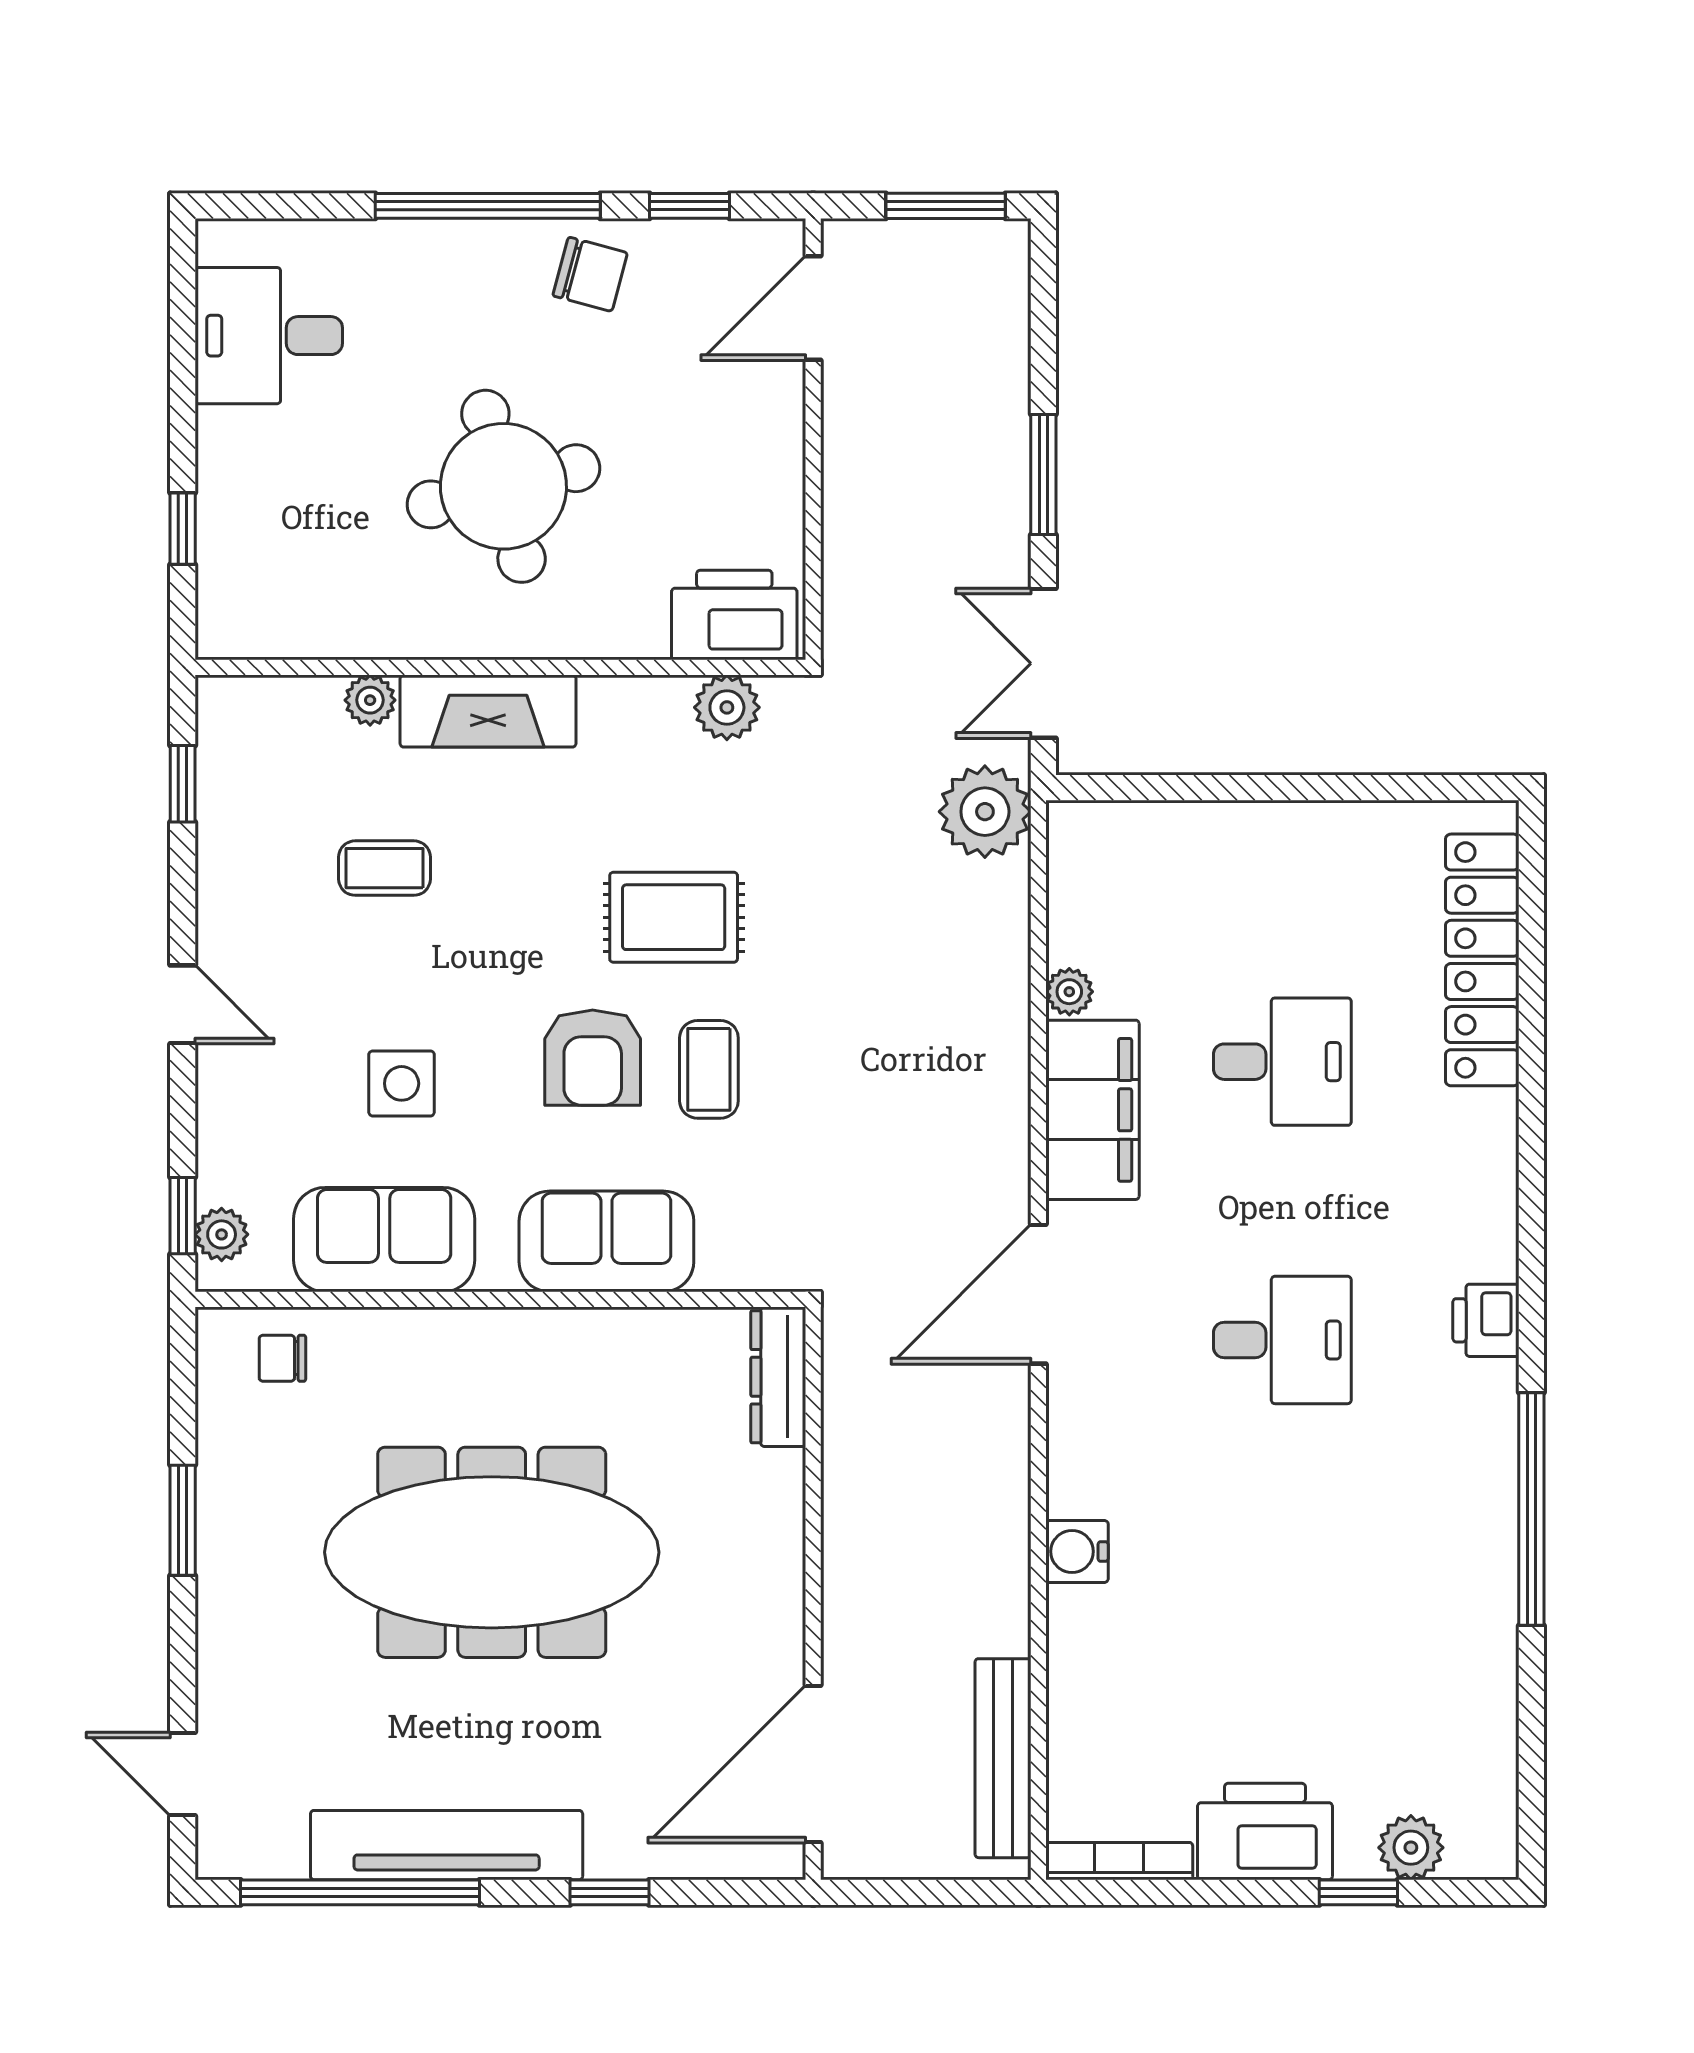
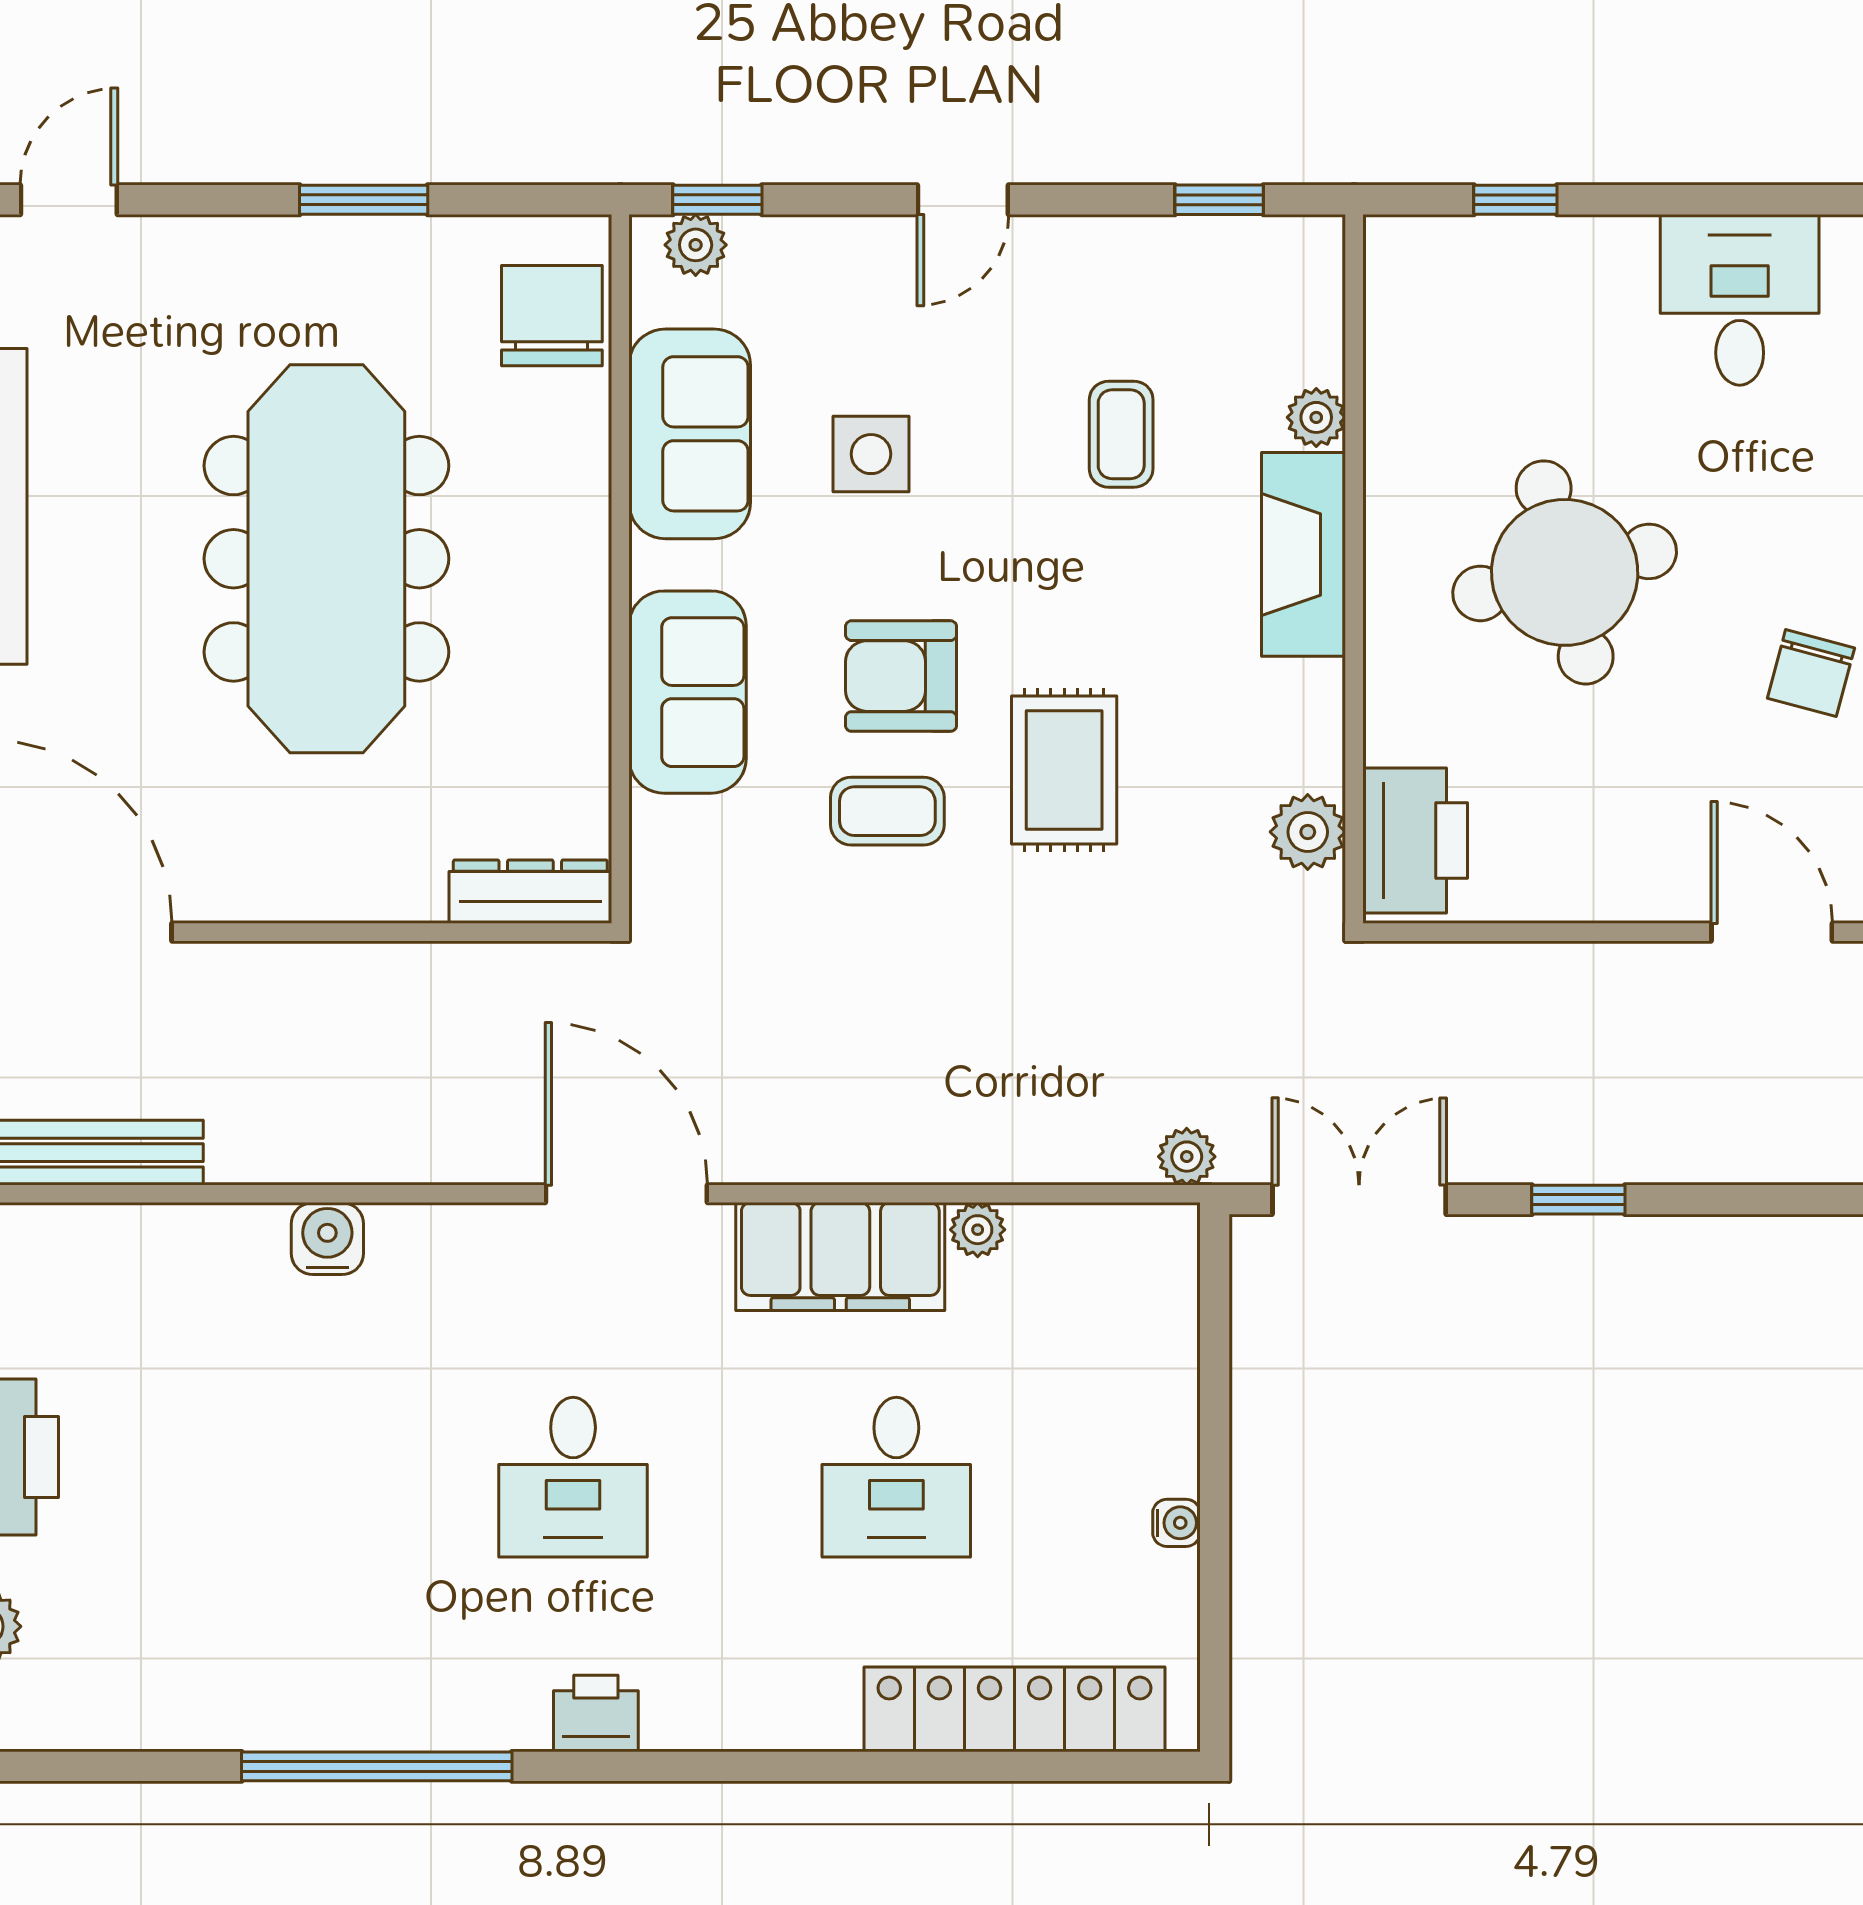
window: (1043, 474) -> (1578, 1200), width x0.67
plant: (985, 812) -> (1187, 1157), width x0.53, depth x0.53
water cooler: (1322, 821) -> (1176, 1523), added
chair: (282, 1358) -> (552, 316), width x1.87, depth x1.87

